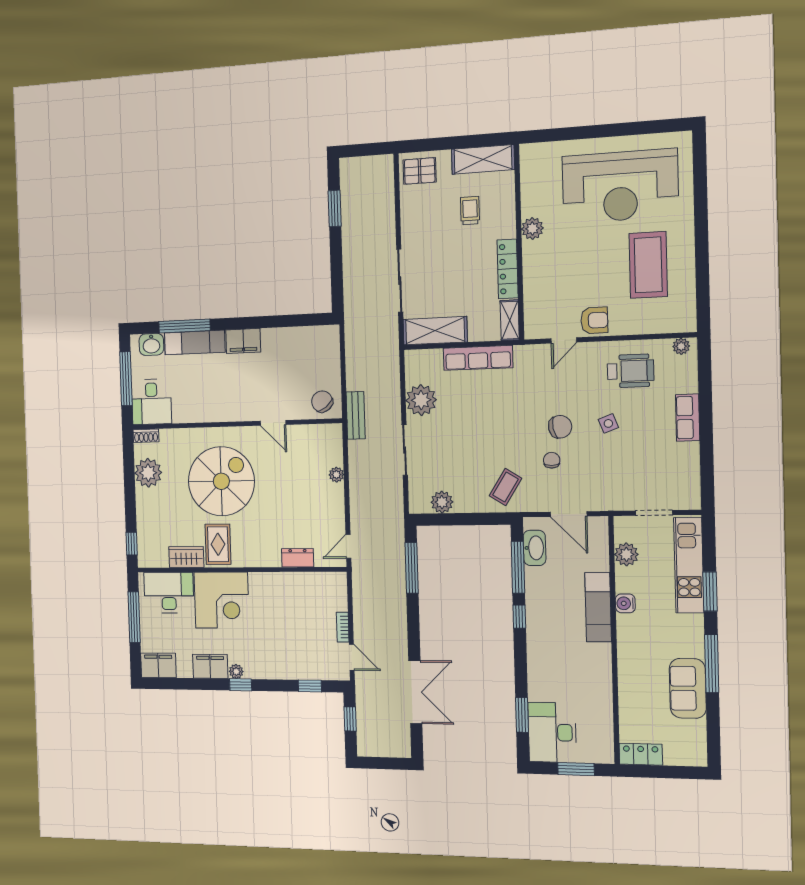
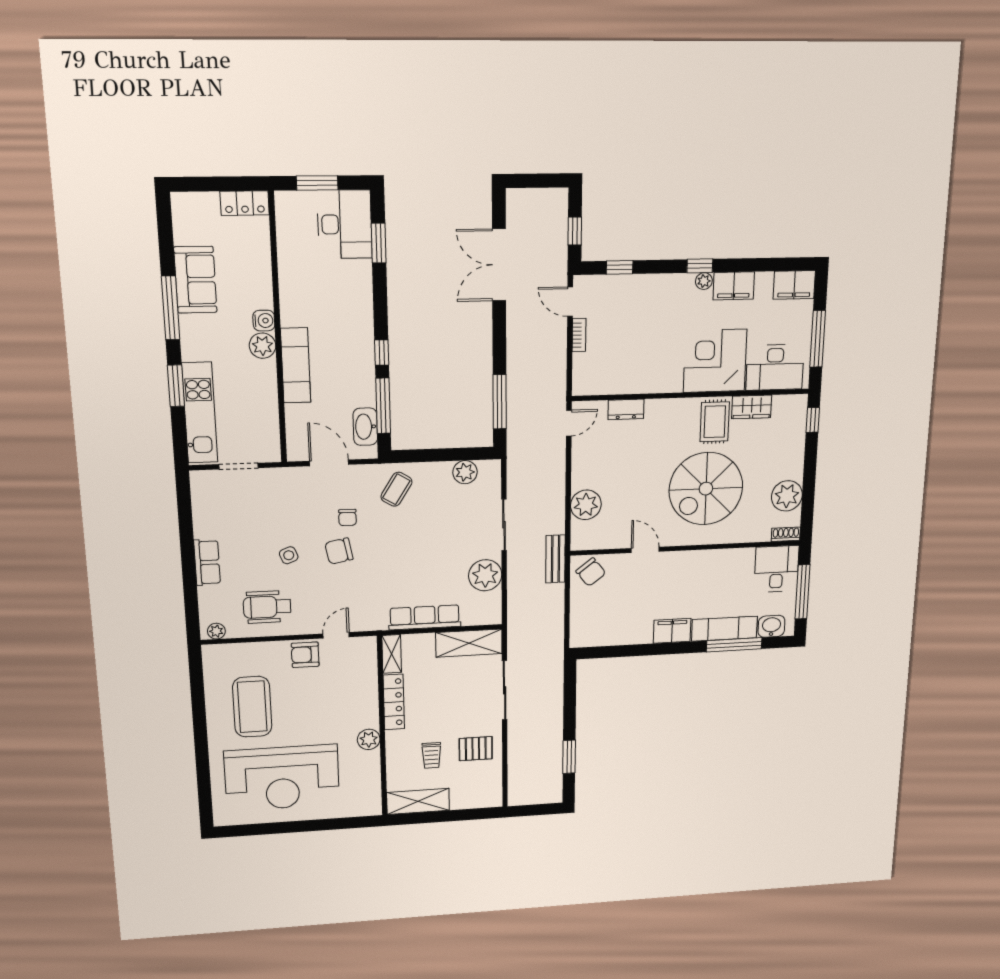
pallet: (420, 171) -> (476, 749), moved
reception desk: (620, 186) -> (282, 778), turned 180
plant: (336, 475) -> (586, 505), width x1.88, depth x1.88
plant: (626, 554) -> (263, 346), moved
water cooler: (625, 603) -> (264, 321), moved

